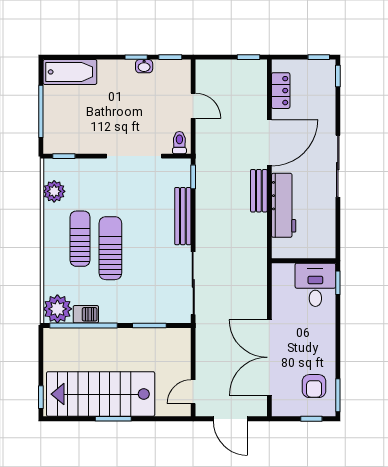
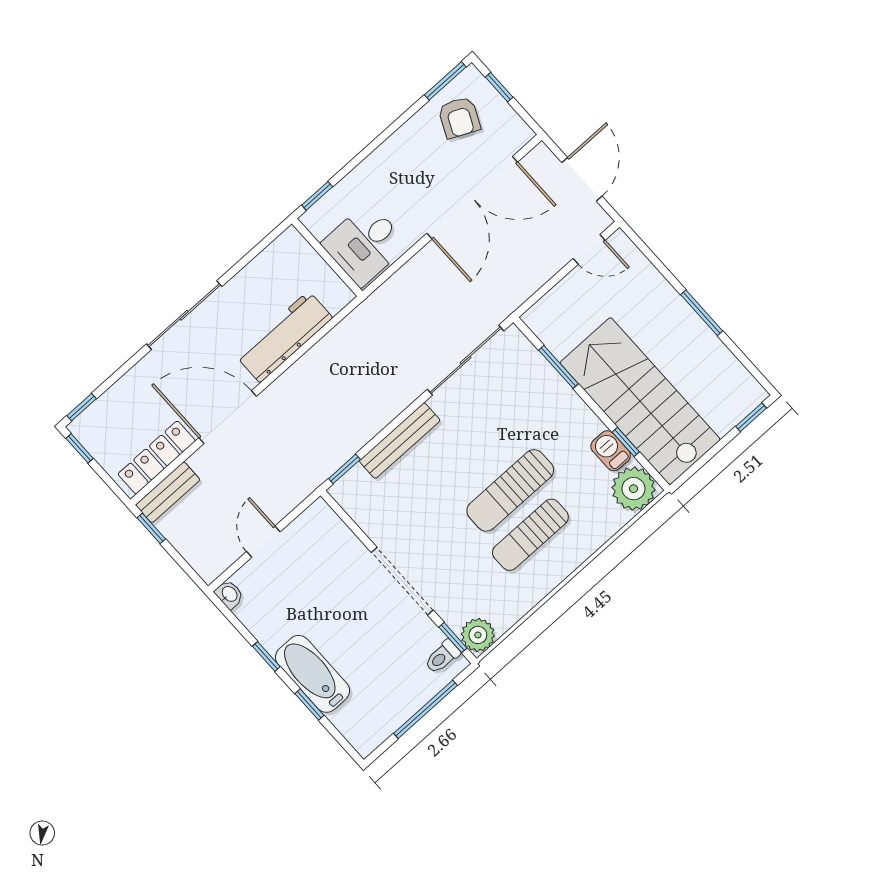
window: (170, 57) -> (309, 705), moved
washbasin: (144, 66) -> (229, 594), moved
bathtub: (70, 72) -> (313, 674), moved
locker: (281, 91) -> (157, 457), width x1.53
toilet: (179, 143) -> (442, 657), moved
doorway: (134, 156) -> (402, 581), moved
plant: (54, 191) -> (478, 635), moved
bench: (259, 191) -> (168, 492), moved
desk: (315, 285) -> (365, 244), moved
window: (84, 325) -> (626, 442), width x0.32
armchair: (314, 386) -> (459, 117), turned 115
stairs: (101, 394) -> (640, 401), moved, turned 180

